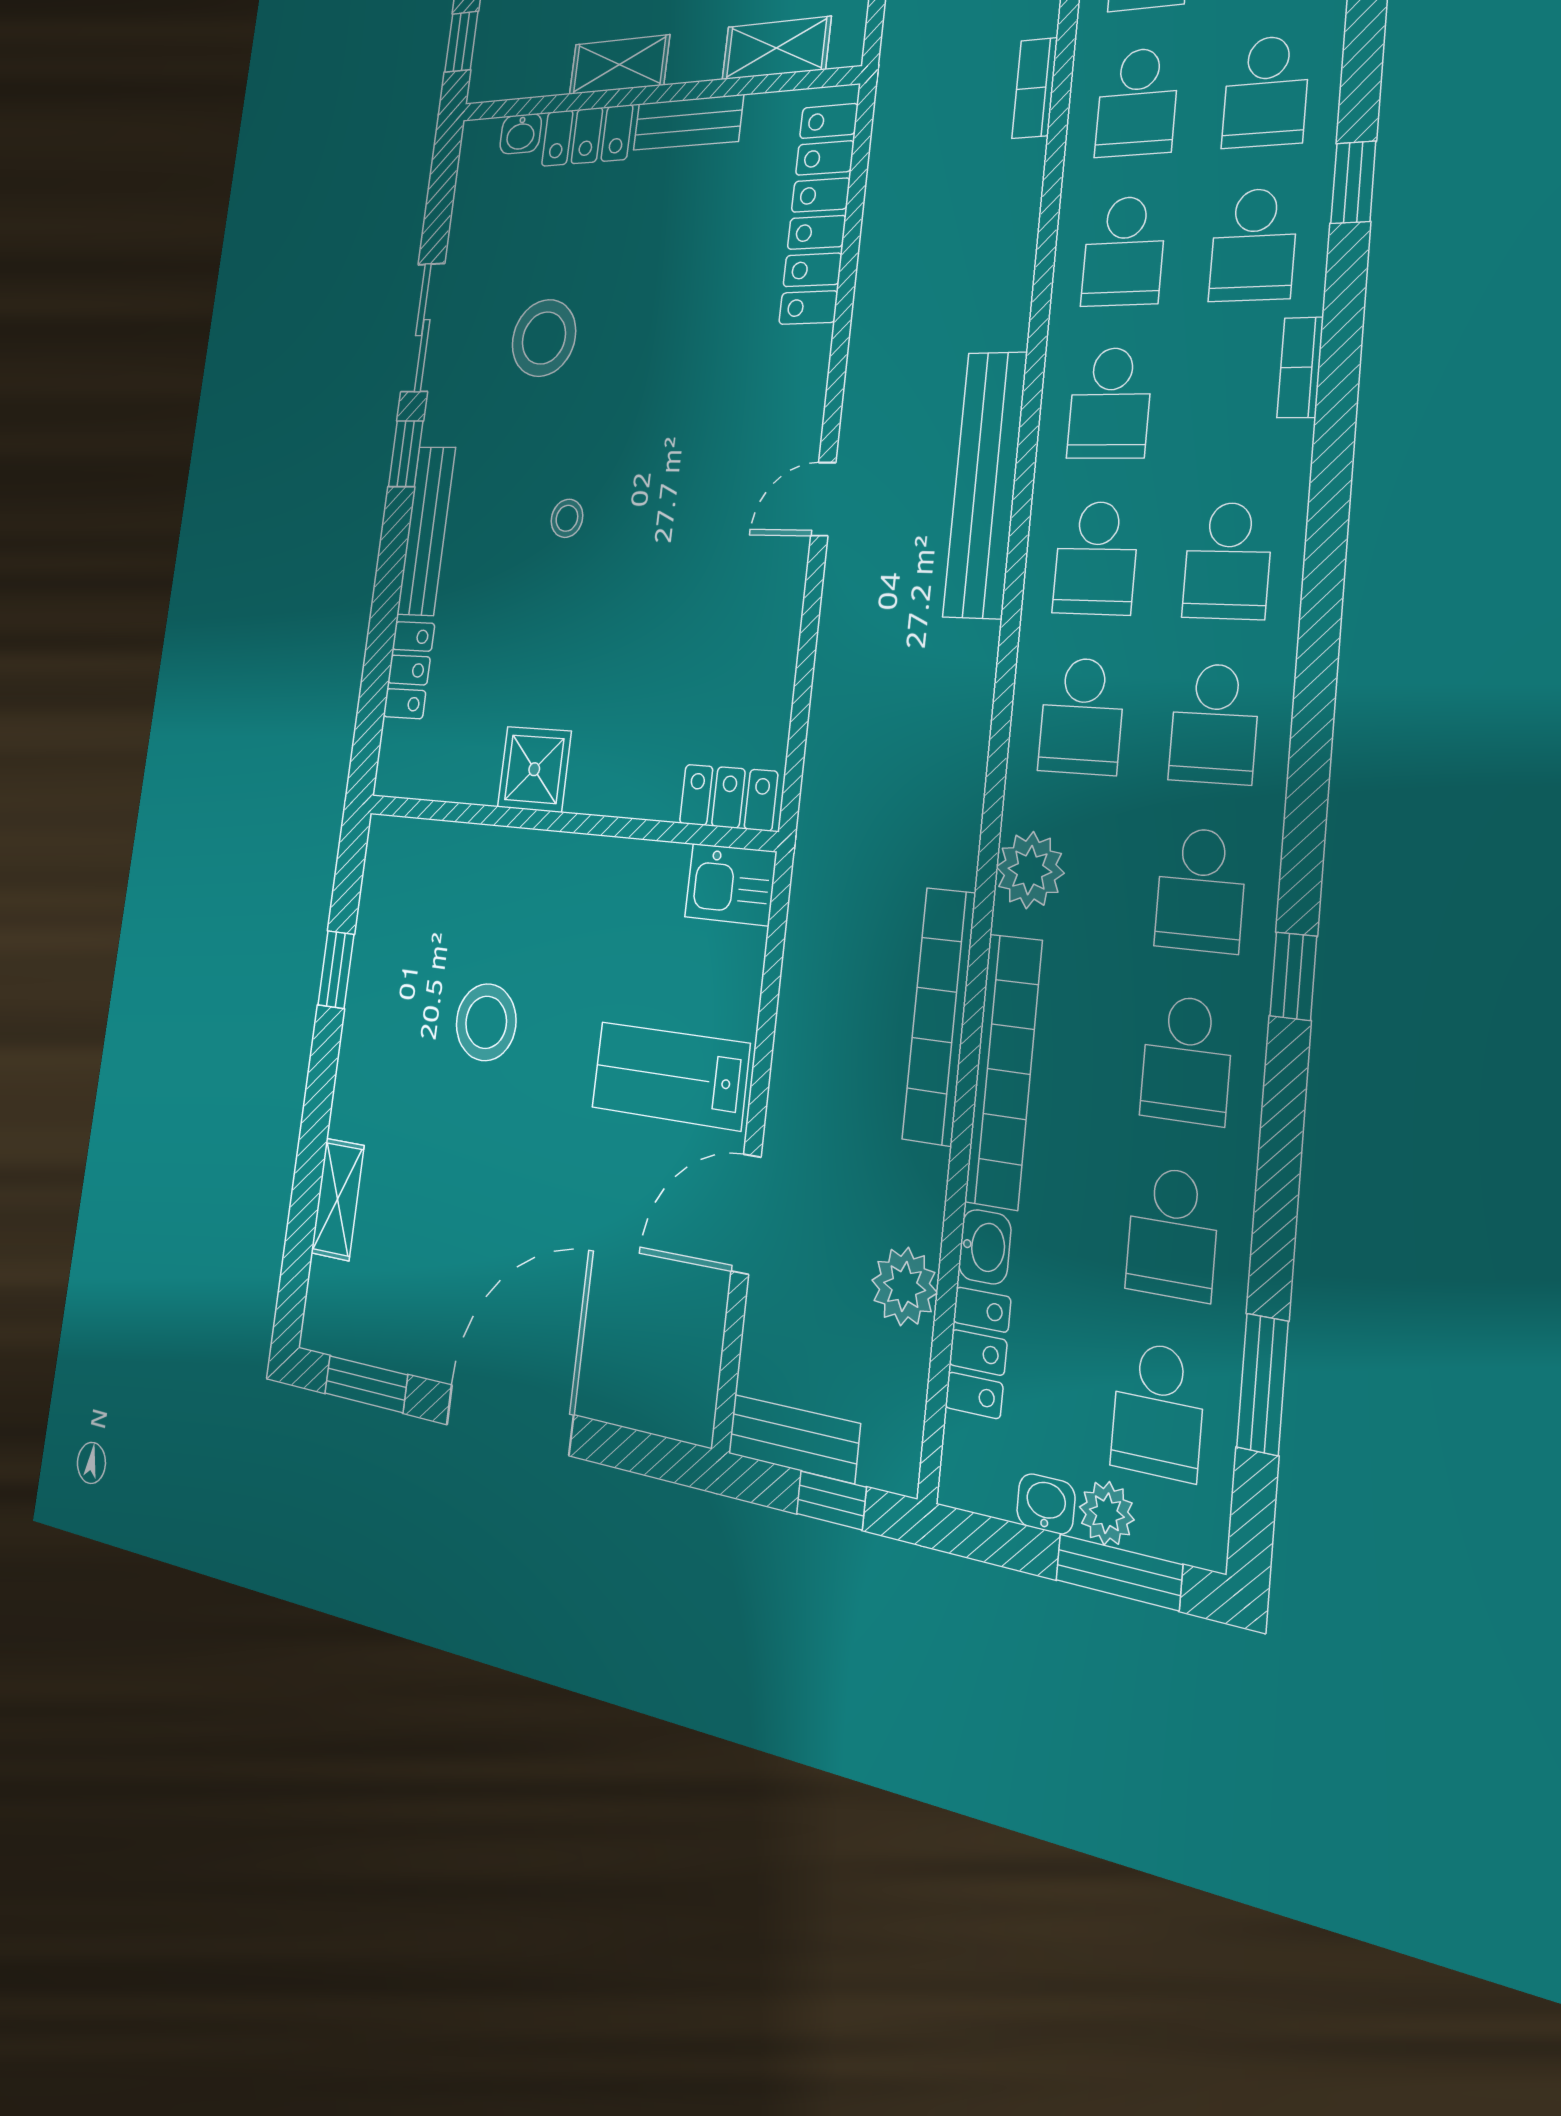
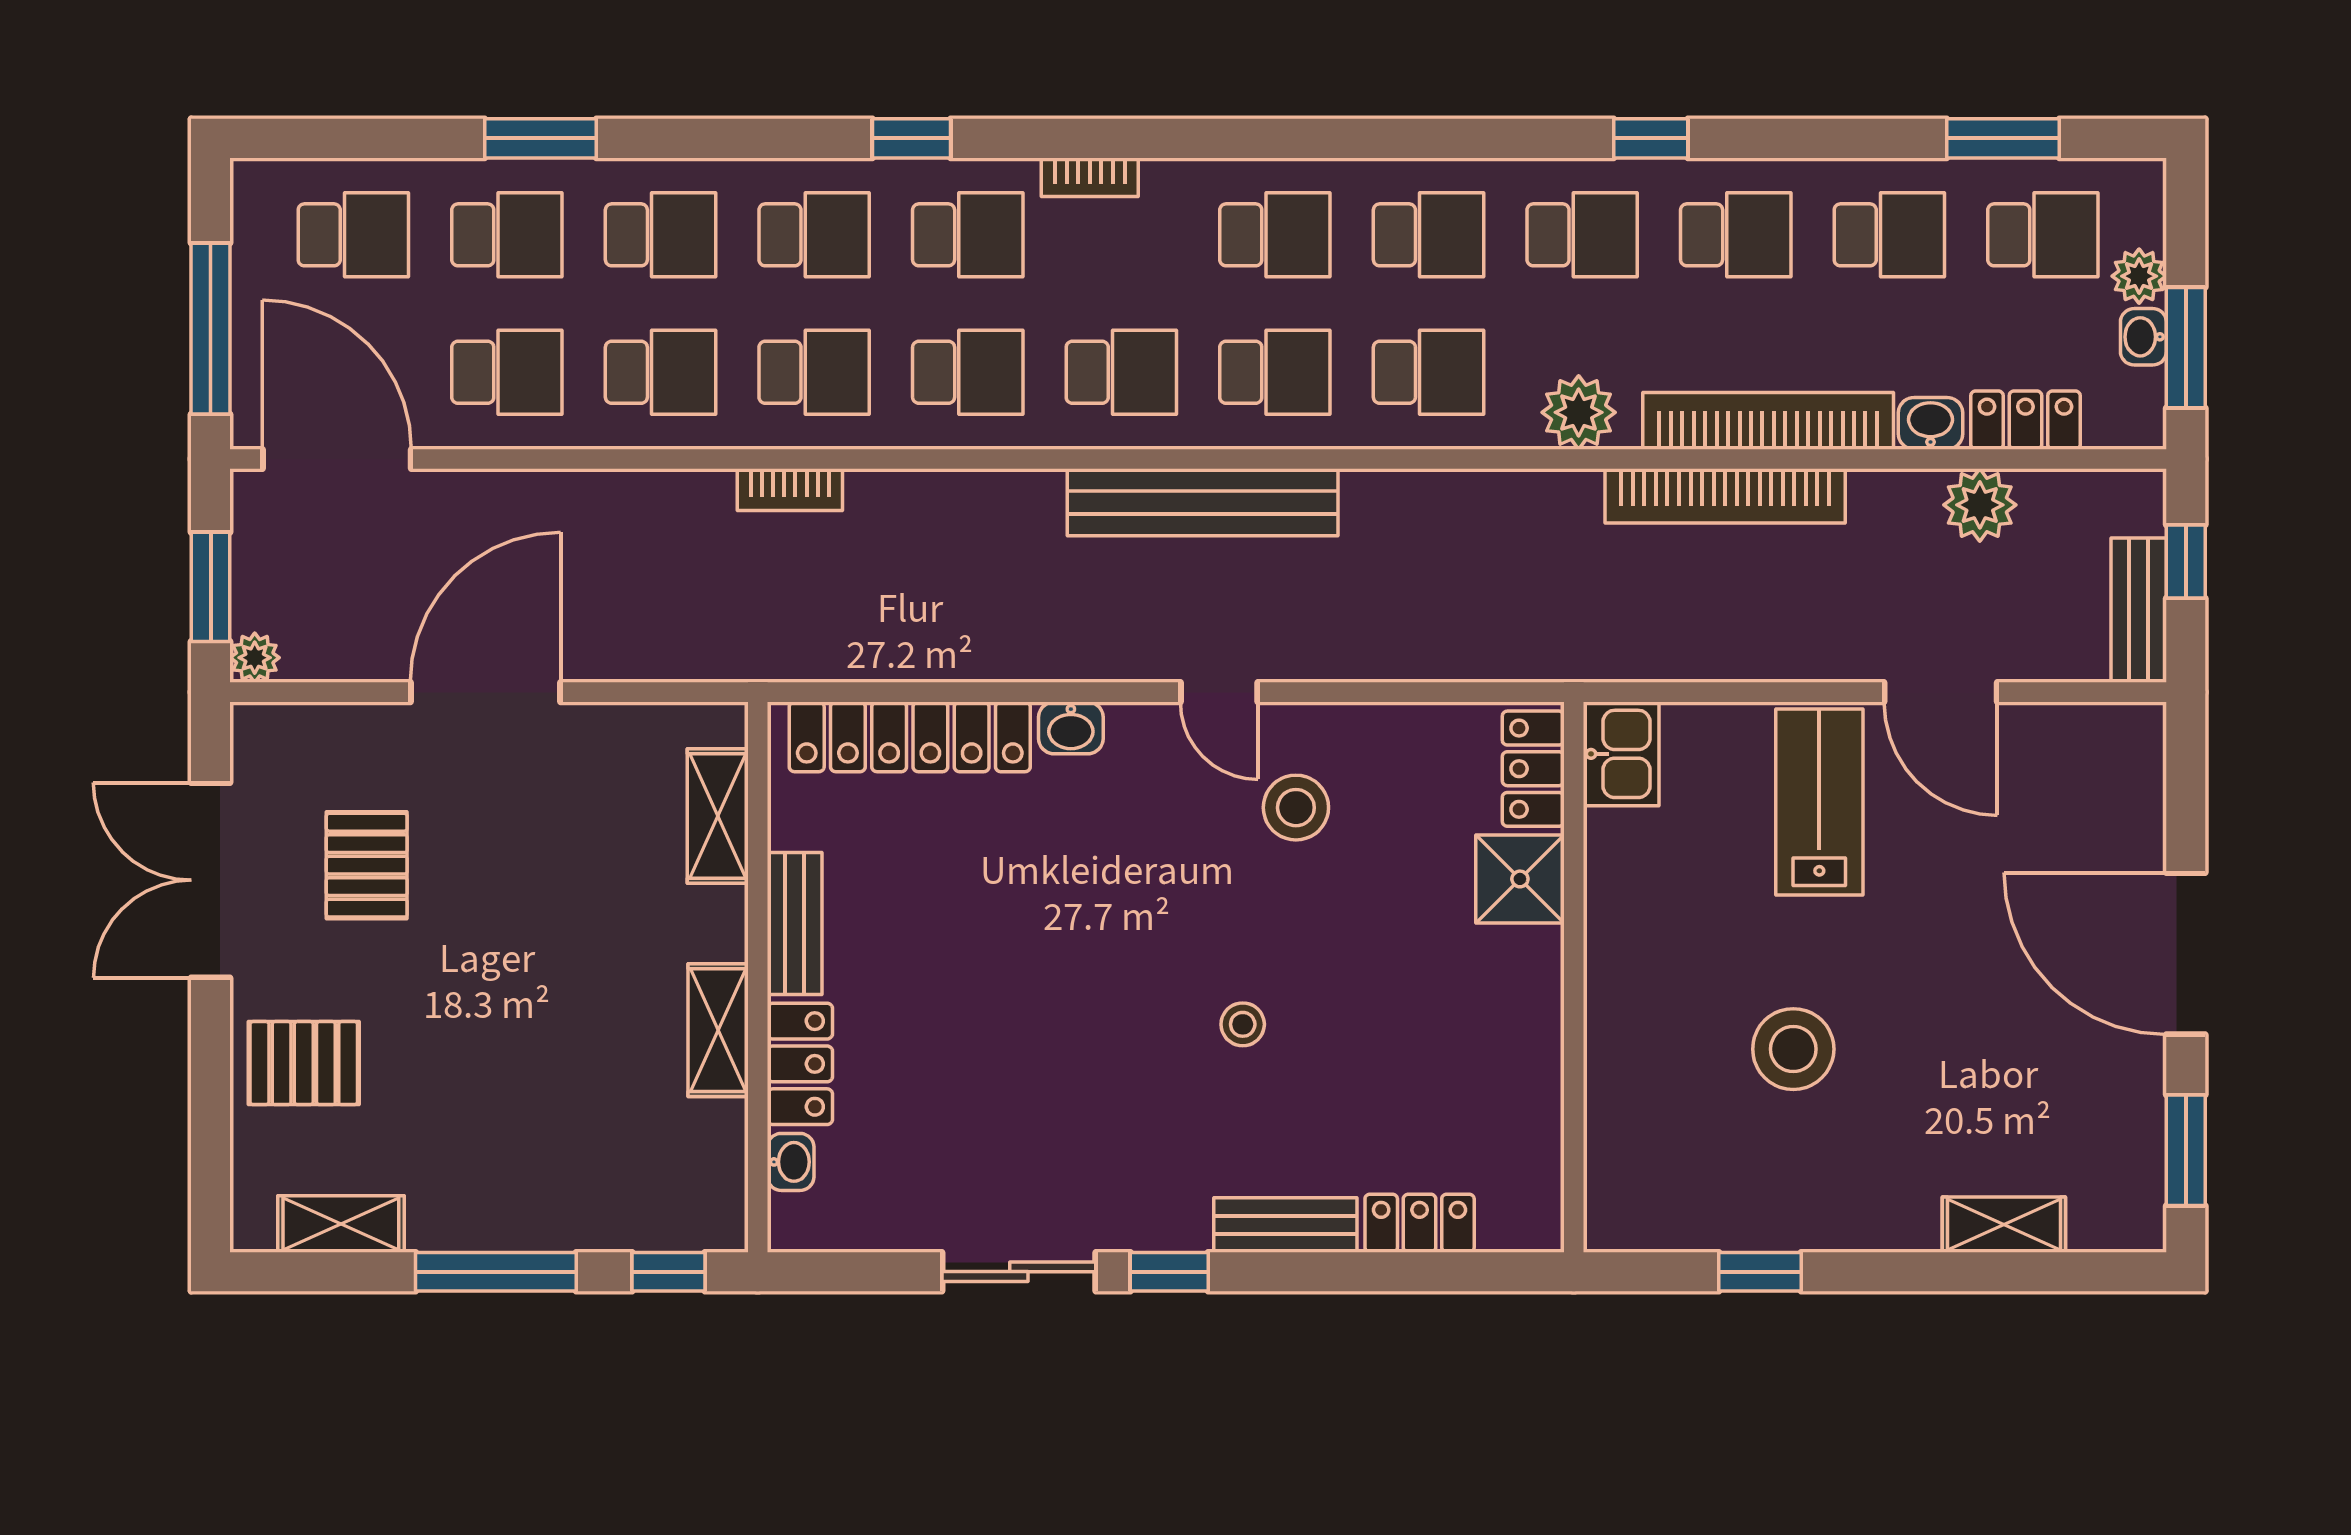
stool: (544, 338) -> (1296, 808), moved, width x0.73, depth x0.73
washbasin: (809, 361) -> (1071, 728), added
bench: (426, 531) -> (1285, 1225), width x0.73
shower: (534, 769) -> (1520, 879), moved
lab bench: (670, 1076) -> (1819, 802), turned 180
window: (1119, 1572) -> (2186, 348), moved

